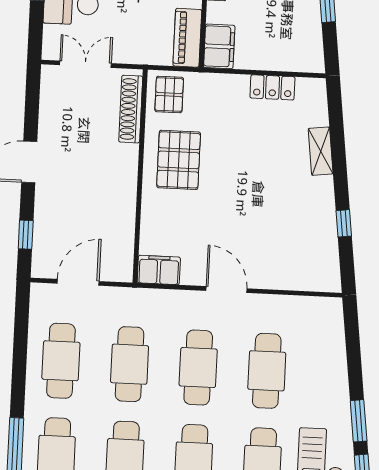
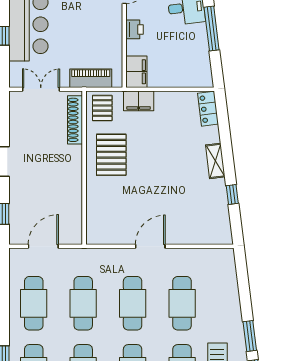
piano: (187, 38) -> (91, 78), moved, turned 90
locker: (272, 87) -> (208, 109), moved, turned 83
shelving: (321, 151) -> (215, 161), moved
filing cabinet: (159, 270) -> (139, 101), moved, turned 180
door: (226, 290) -> (150, 246), hinge flipped

